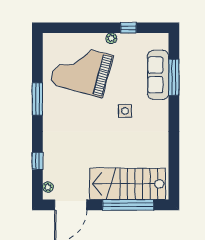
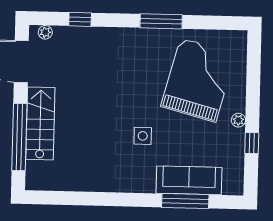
stairs: (128, 184) -> (40, 123), width x0.73, depth x0.66

